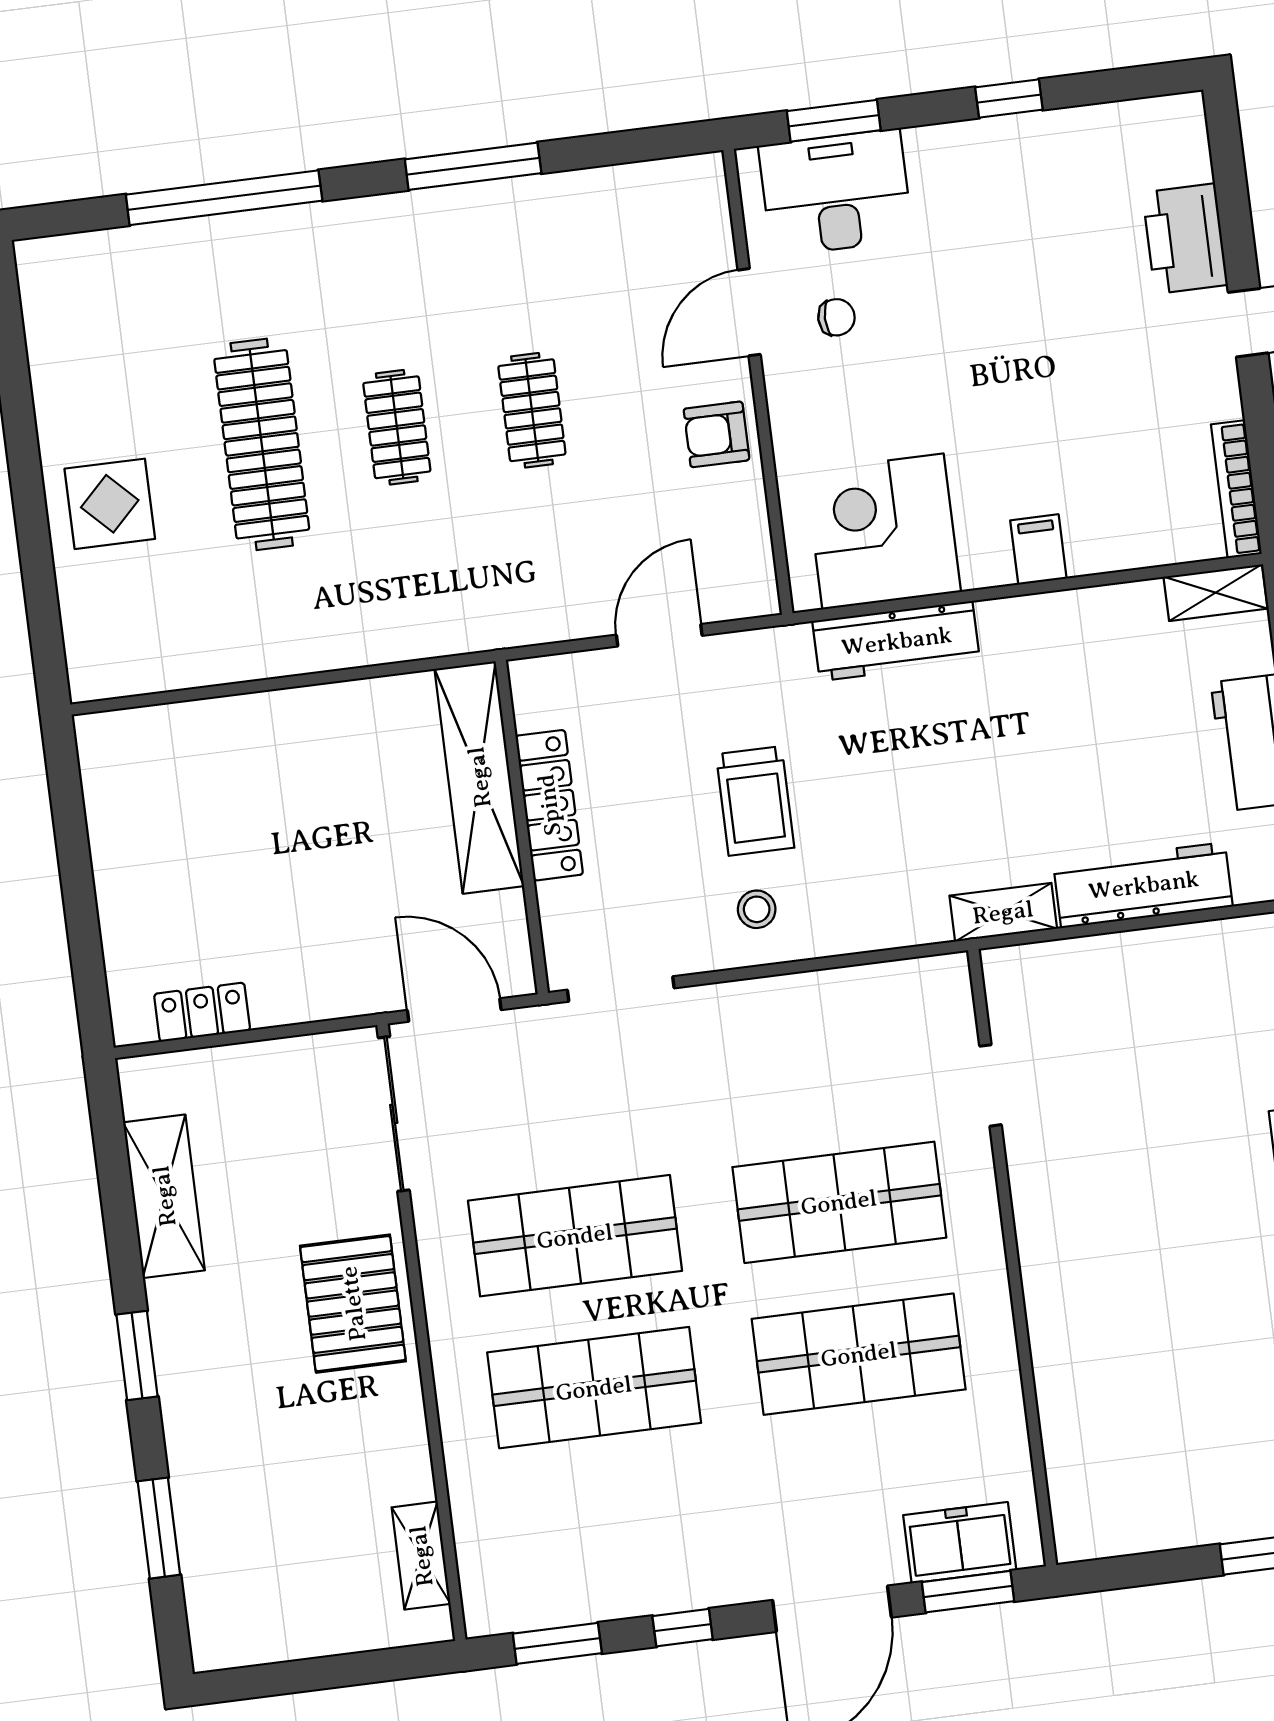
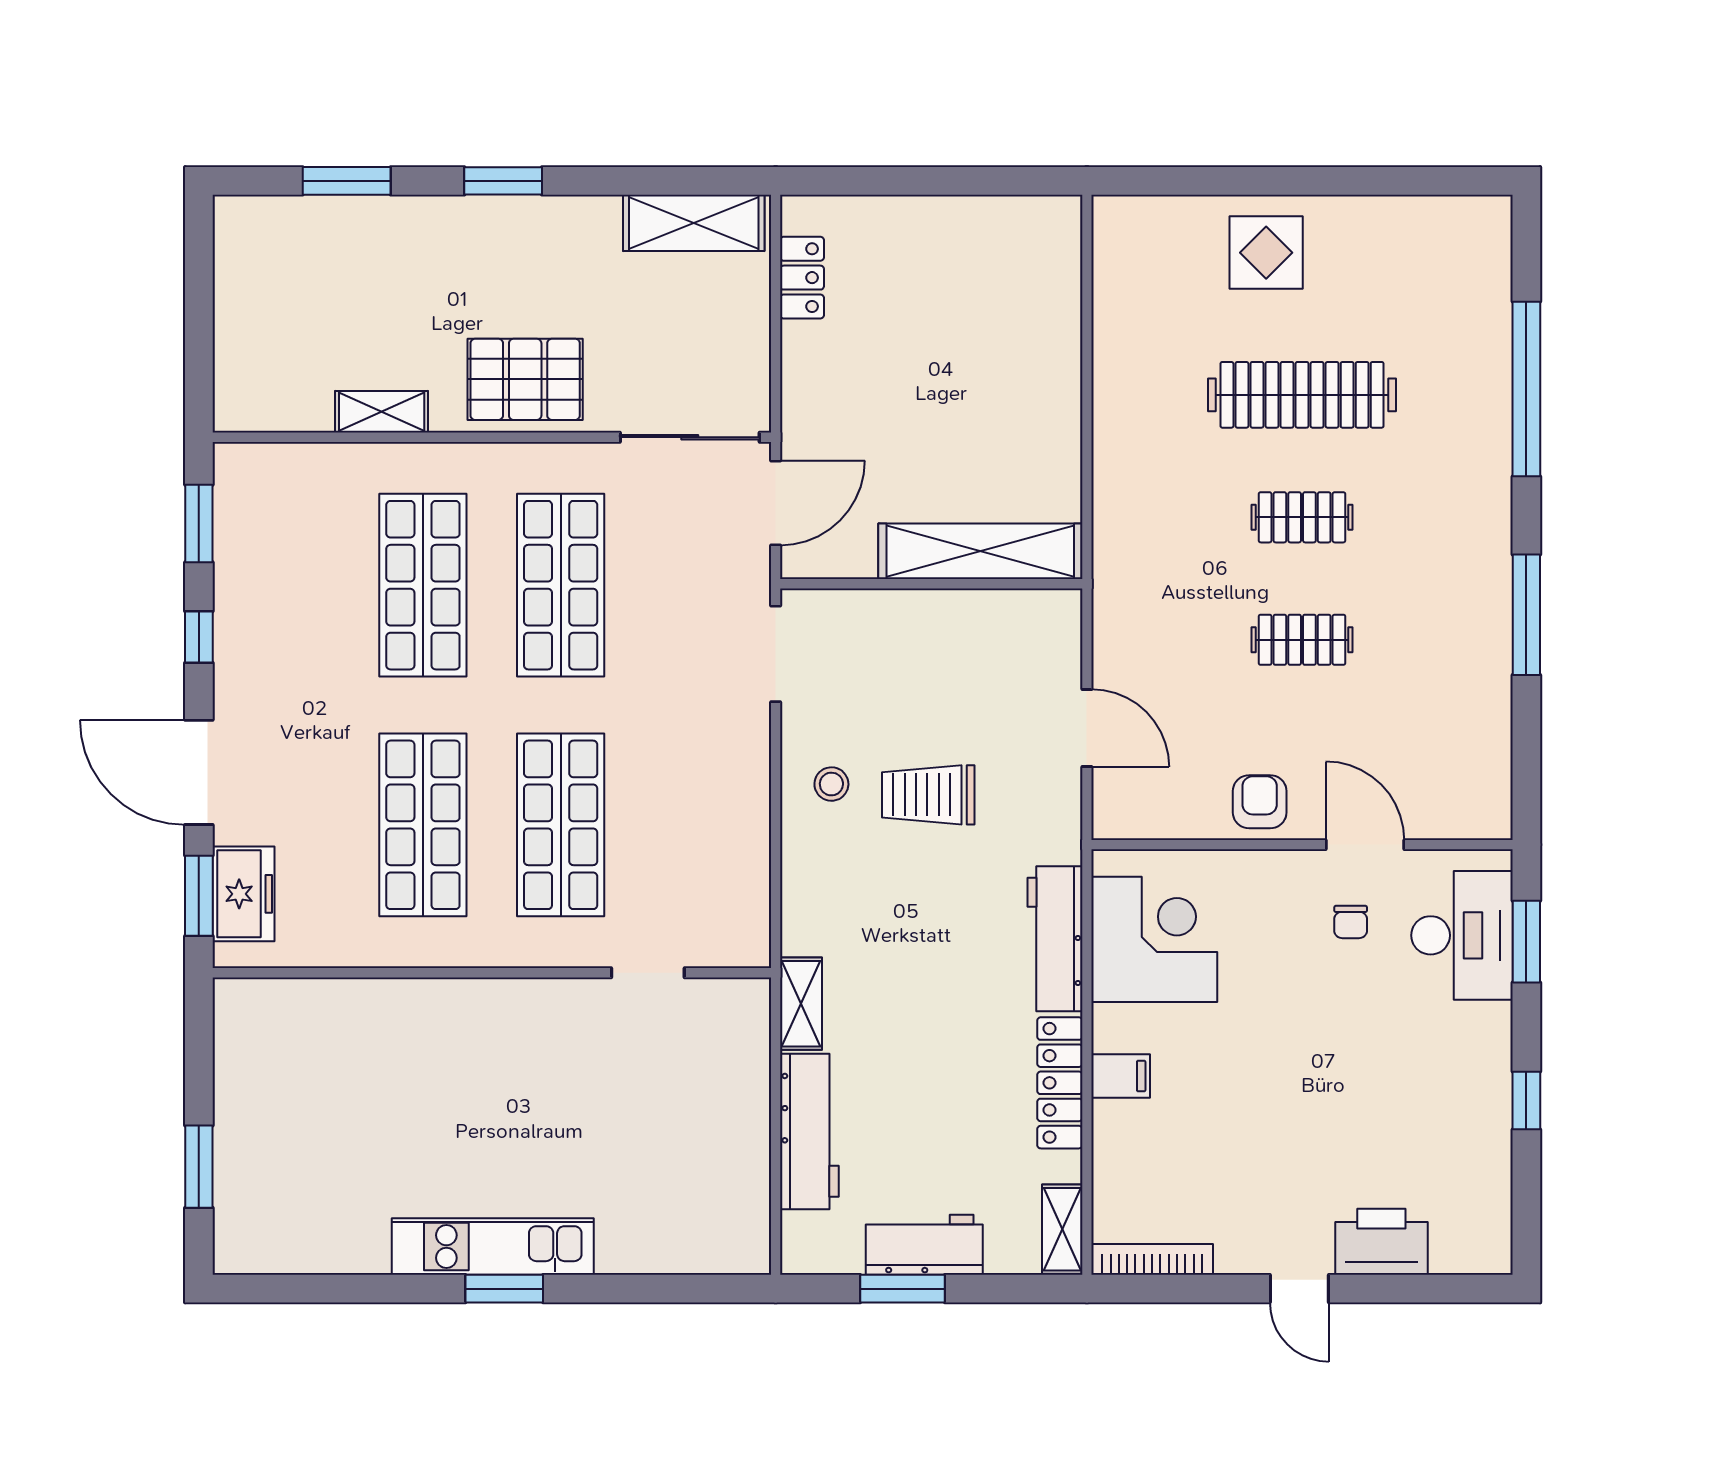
locker: (549, 805) -> (1060, 1083), moved, turned 90
shelving: (164, 1196) -> (694, 223), moved
shelving: (421, 1556) -> (382, 412), moved

